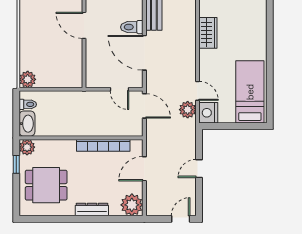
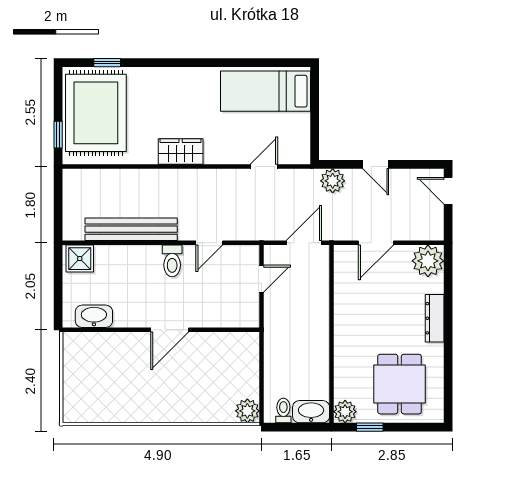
door: (144, 53) -> (209, 243), width x0.53
door: (144, 106) -> (304, 243), moved
plant: (188, 110) -> (333, 181), moved
nightstand: (208, 113) -> (295, 151), removed
bookcase: (103, 145) -> (342, 302), removed
door: (144, 169) -> (376, 243), hinge flipped

